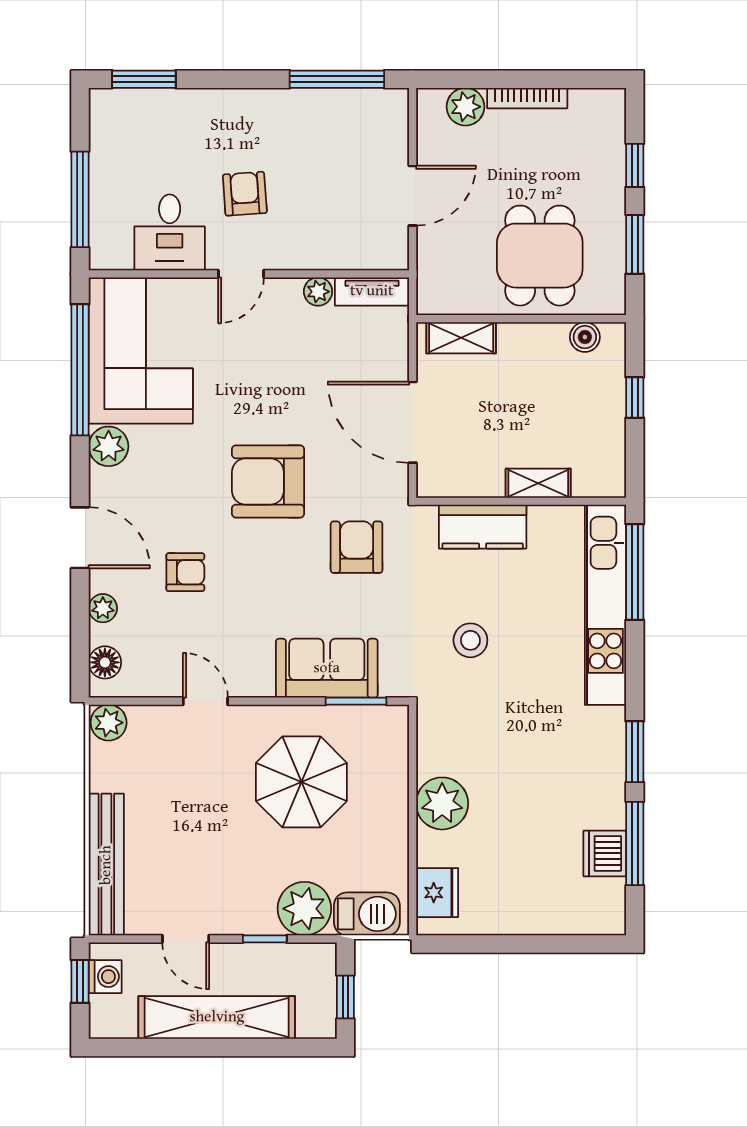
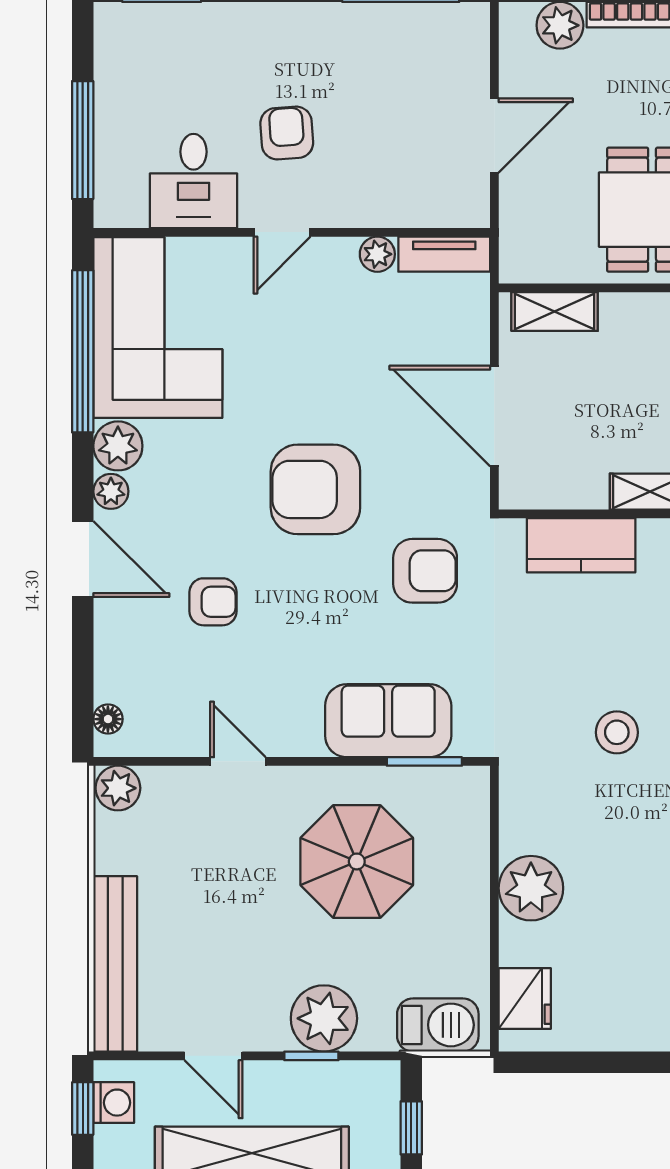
armchair: (357, 547) -> (425, 571), turned 90
plant: (103, 608) -> (111, 491), moved
stool: (470, 640) -> (617, 732), moved
floor lamp: (105, 662) -> (108, 719), width x0.73, depth x0.73
plant: (304, 909) -> (324, 1018), moved

